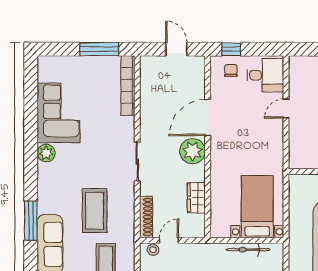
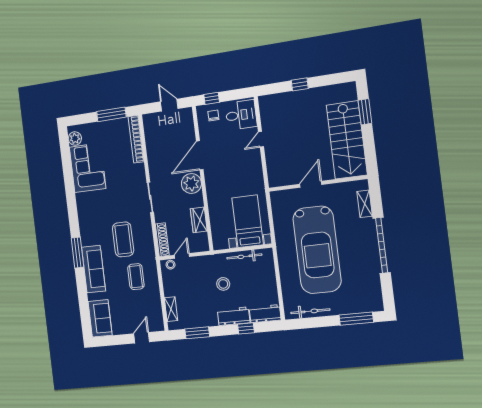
plant: (46, 153) -> (75, 139), moved

